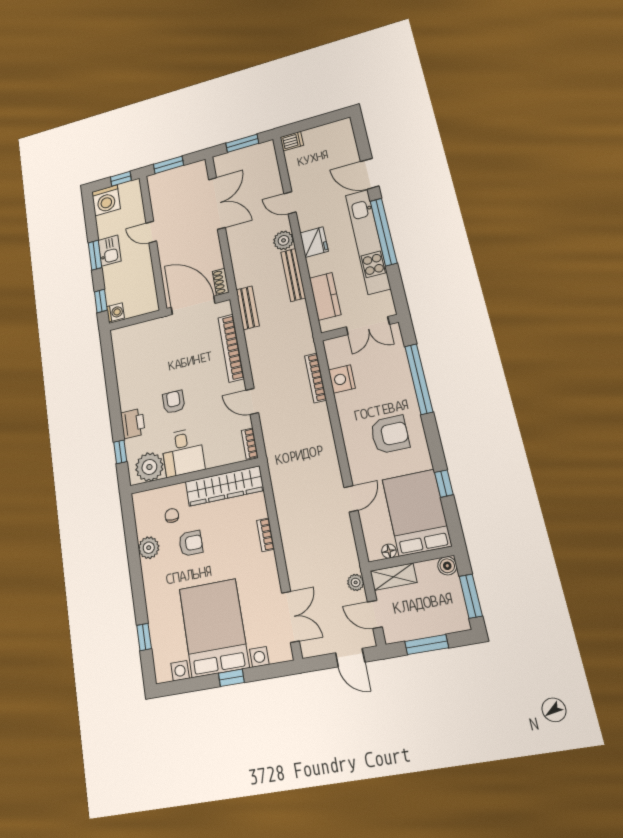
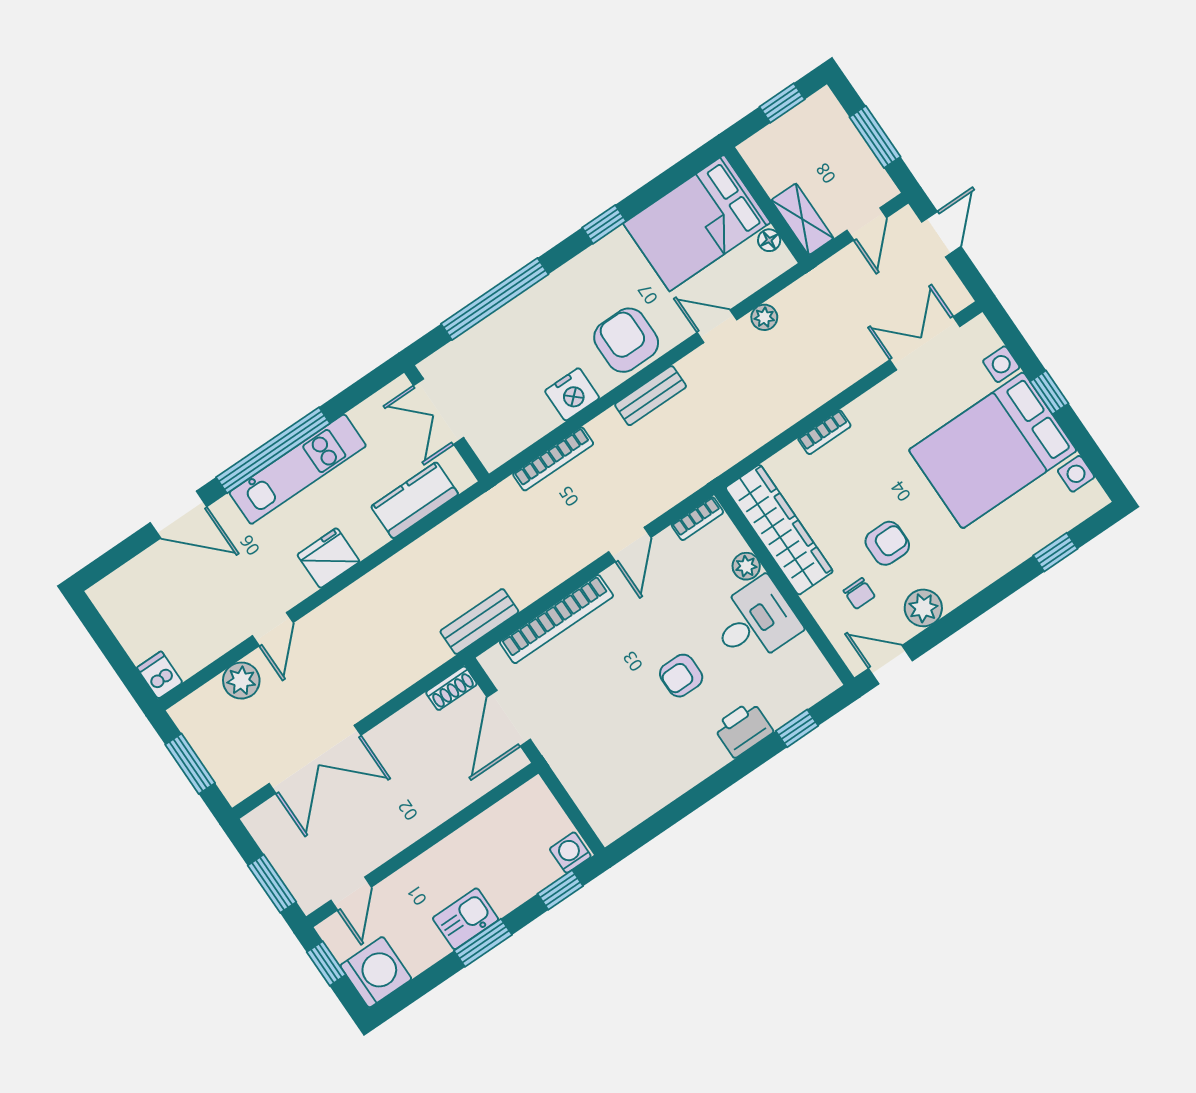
door: (370, 174) -> (178, 515), hinge flipped
double door: (217, 203) -> (315, 759), swing flipped
door: (151, 232) -> (351, 894), moved
plant: (284, 240) -> (241, 681), moved
kitchen unit: (368, 241) -> (298, 469), width x0.73
bench: (293, 275) -> (651, 396), moved, width x0.73
door: (193, 305) -> (509, 718), width x0.73
double door: (368, 326) -> (439, 412), swing flipped
nightstand: (342, 379) -> (572, 394), moved
armchair: (390, 435) -> (626, 340), moved
plant: (149, 467) -> (746, 566), moved, width x0.53, depth x0.53
window: (444, 484) -> (604, 224), moved
door: (128, 516) -> (891, 665), added
chair: (172, 516) -> (859, 593), turned -93
armchair: (191, 543) -> (887, 543), turned 90
boiler: (447, 566) -> (754, 151), removed
plant: (356, 582) -> (764, 317), moved
window: (471, 596) -> (782, 103), width x0.67

